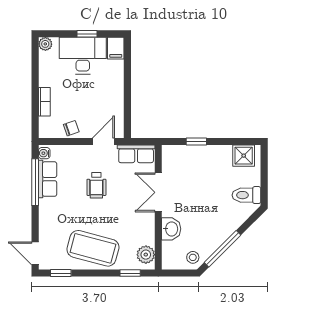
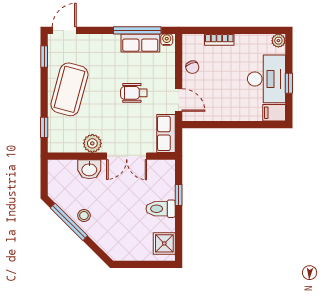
double door: (158, 192) -> (127, 156), swing flipped
toilet: (246, 195) -> (161, 209), moved, turned -90
plant: (146, 255) -> (92, 143), moved
stool: (193, 257) -> (84, 216), moved

